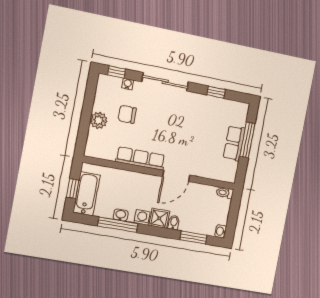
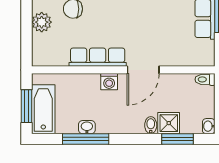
window: (73, 189) -> (26, 106), width x1.50
washing machine: (142, 217) -> (109, 82), moved, turned 180
shower: (159, 218) -> (169, 123), moved

